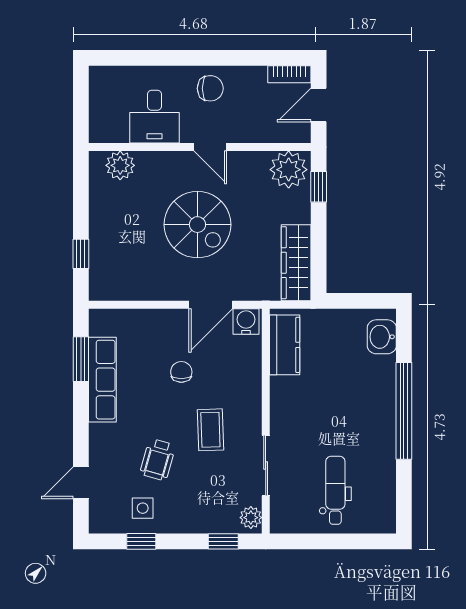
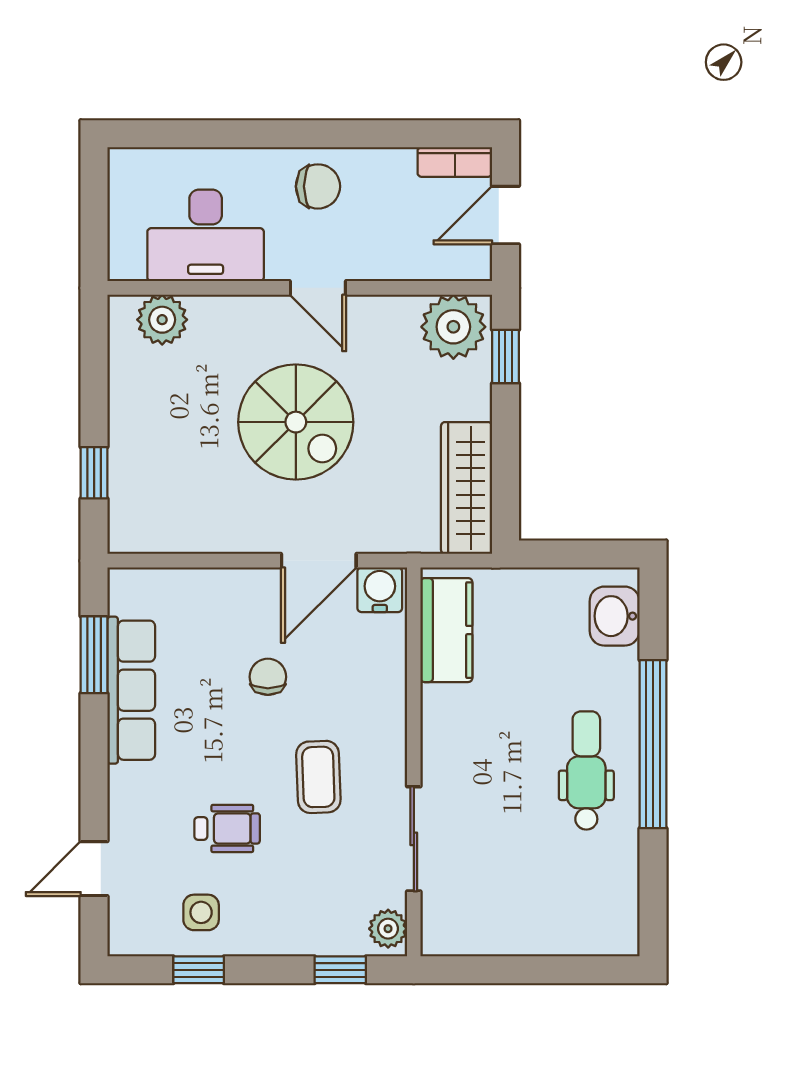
desk: (154, 117) -> (206, 235), width x1.37
wheelchair: (158, 460) -> (227, 828), turned -106
dental chair: (335, 490) -> (586, 771), moved

